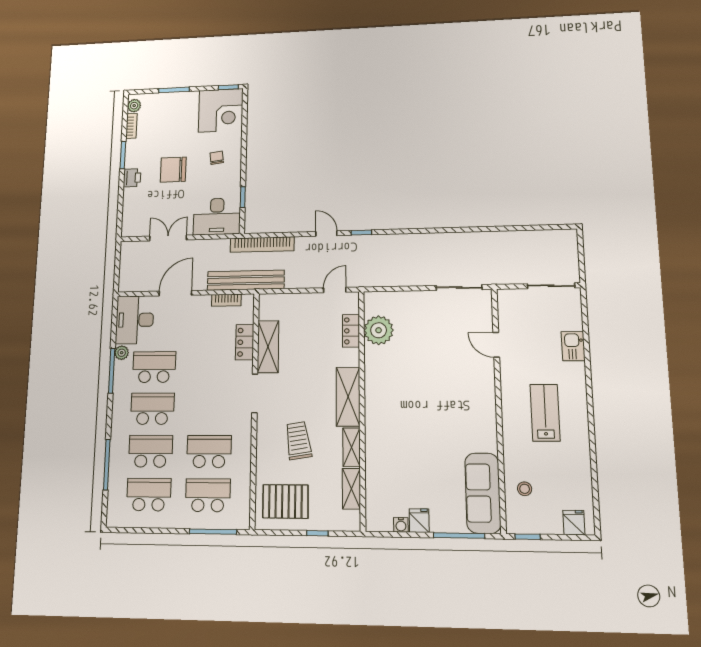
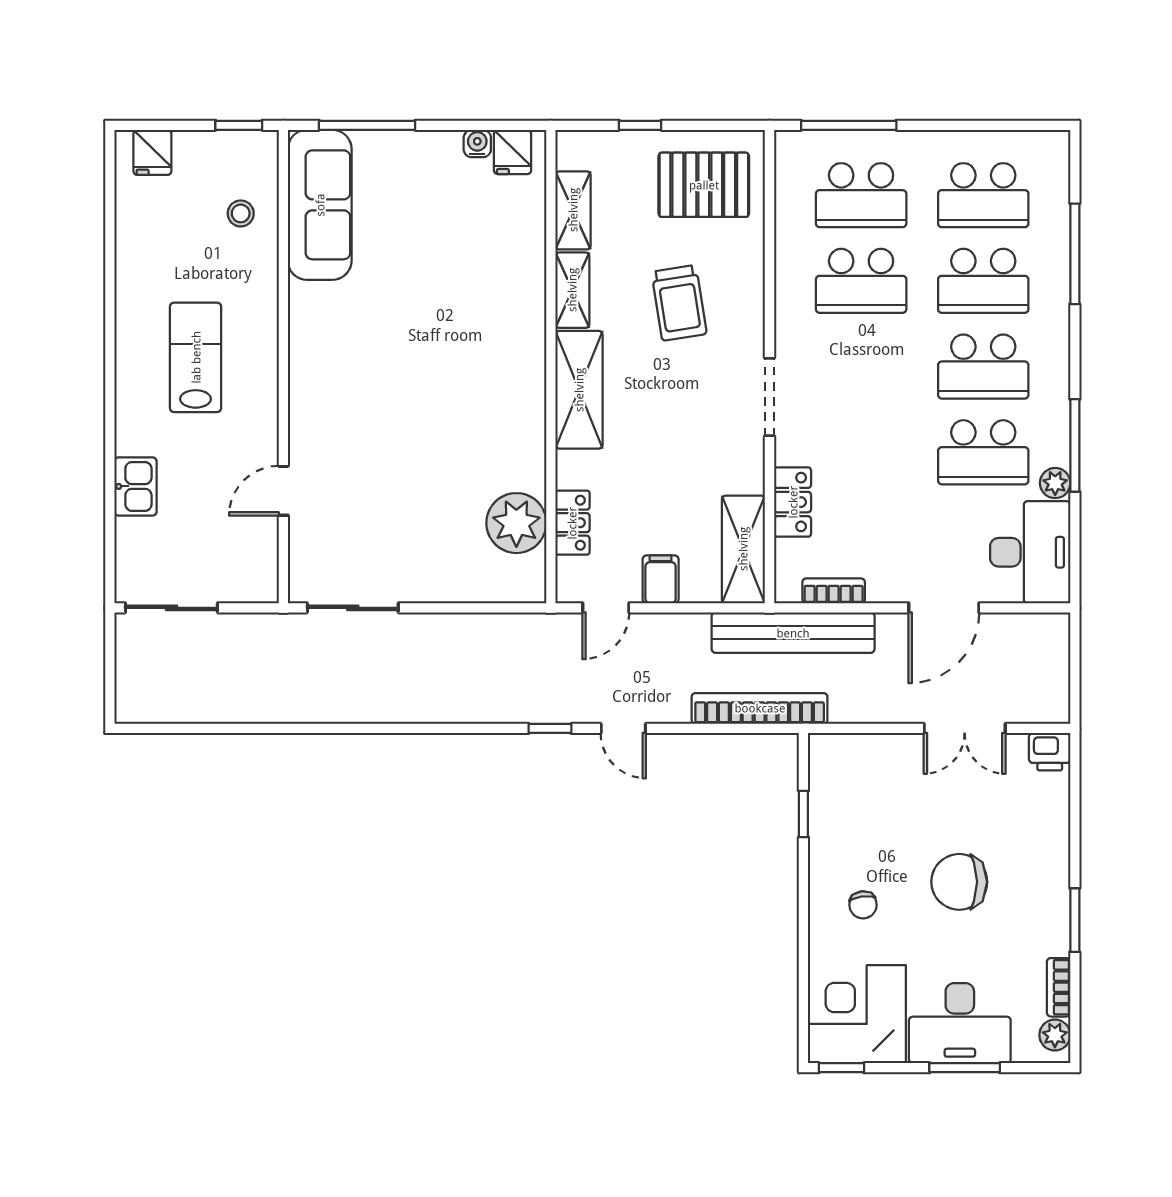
chair: (173, 170) -> (959, 882), turned 180
printer: (132, 178) -> (1050, 752), moved, turned -90
desk: (217, 216) -> (960, 1023), moved, turned 180
filing cabinet: (308, 304) -> (661, 579), added
door: (496, 345) -> (283, 491), swing flipped
shelving: (268, 347) -> (743, 549), moved
lab bench: (545, 413) -> (196, 357), turned 180
fridge: (419, 521) -> (513, 152), moved

